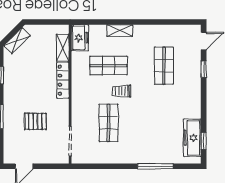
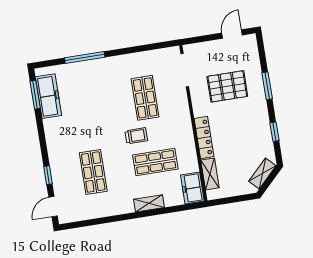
pallet: (35, 121) -> (227, 86), width x1.50, depth x1.42
window: (204, 141) -> (35, 95), width x1.50

